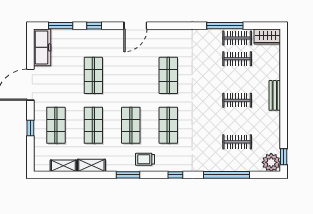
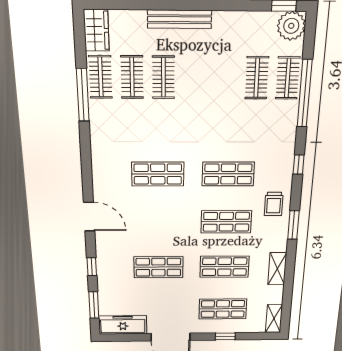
bench: (275, 95) -> (180, 19), width x1.36
clothes rail: (237, 100) -> (163, 77), moved
clothes rail: (237, 163) -> (288, 78), added
shelving: (63, 166) -> (274, 318), moved

